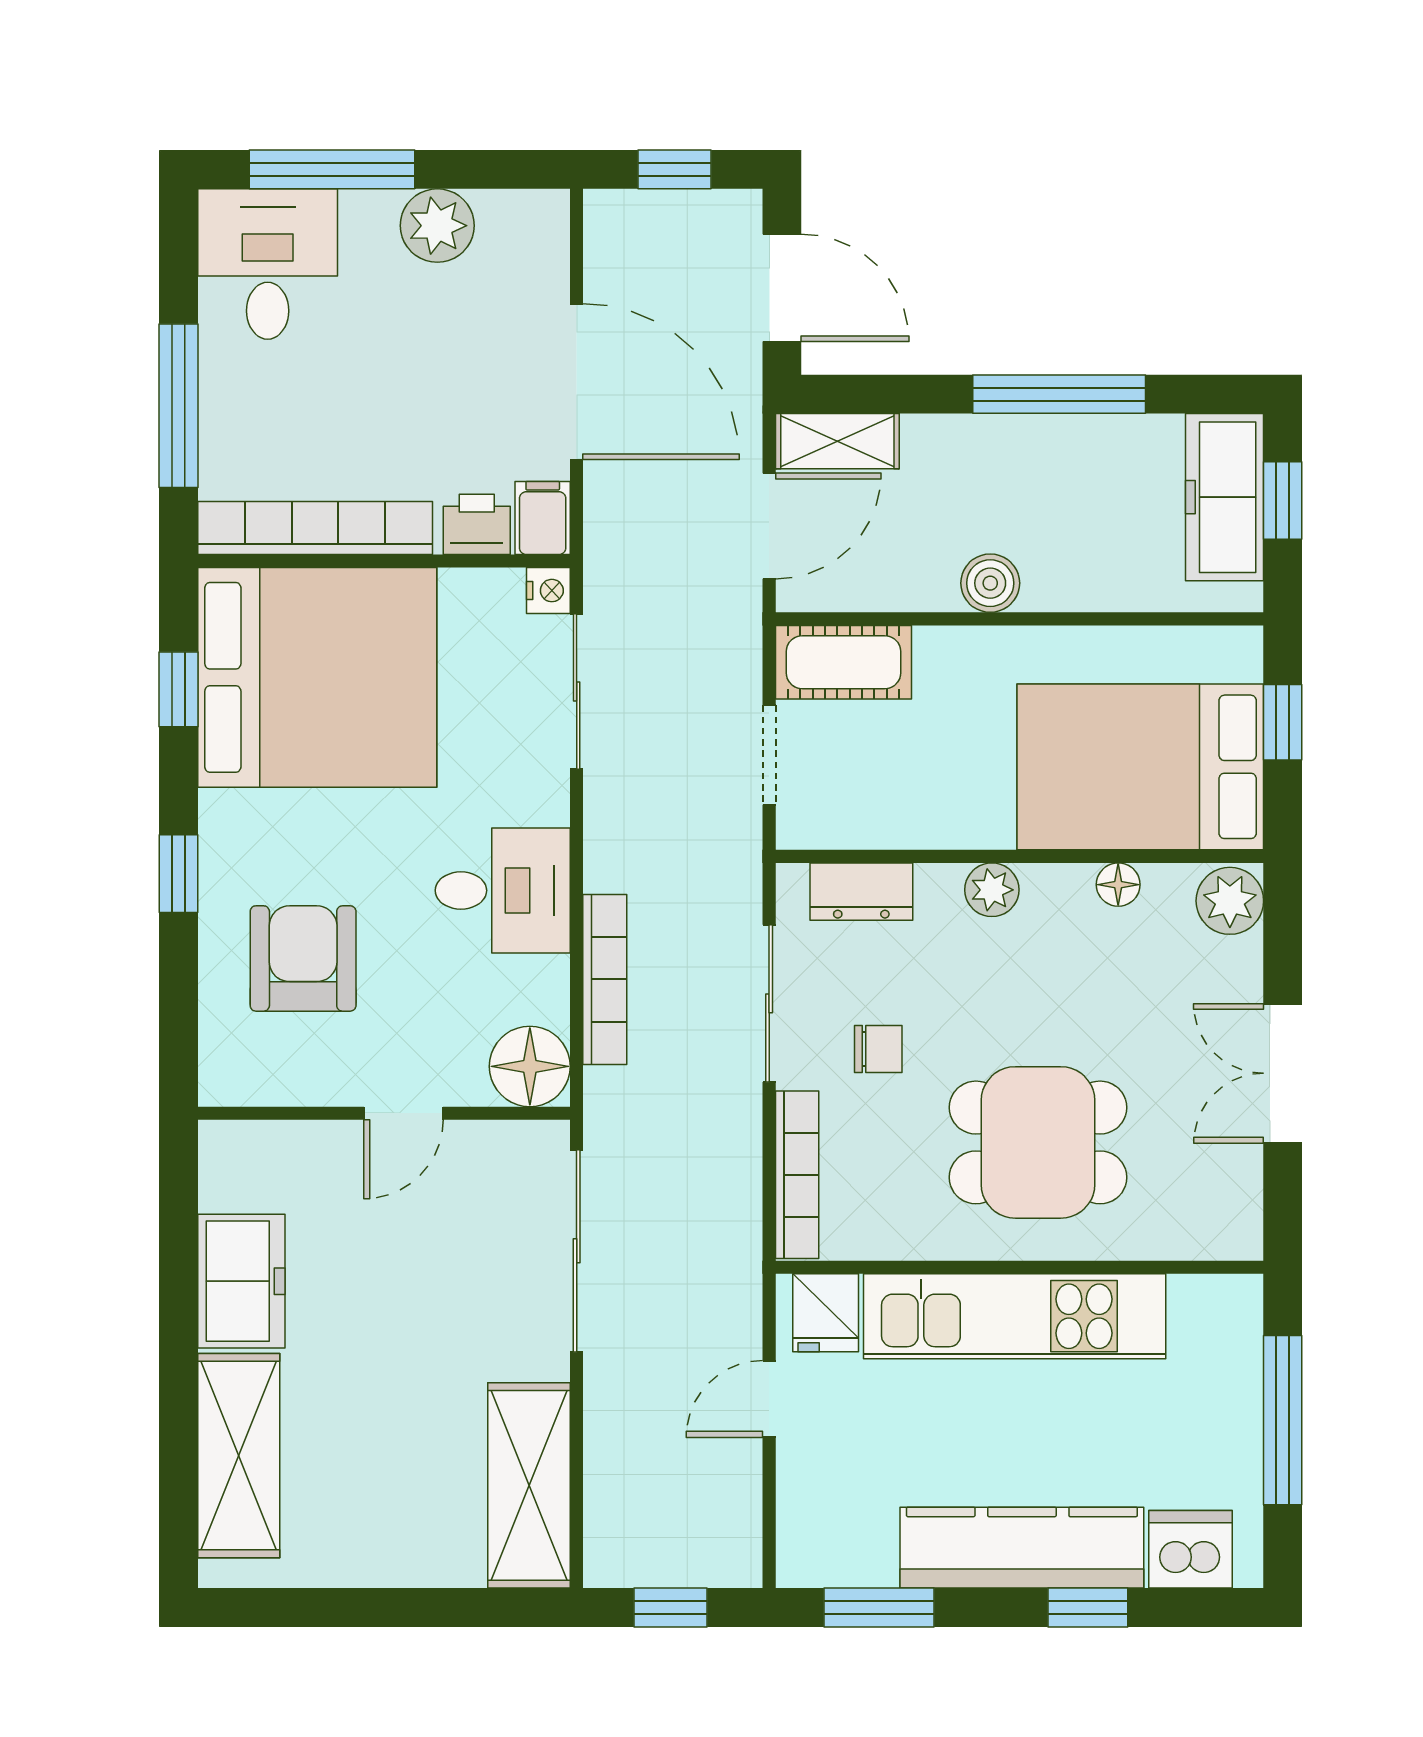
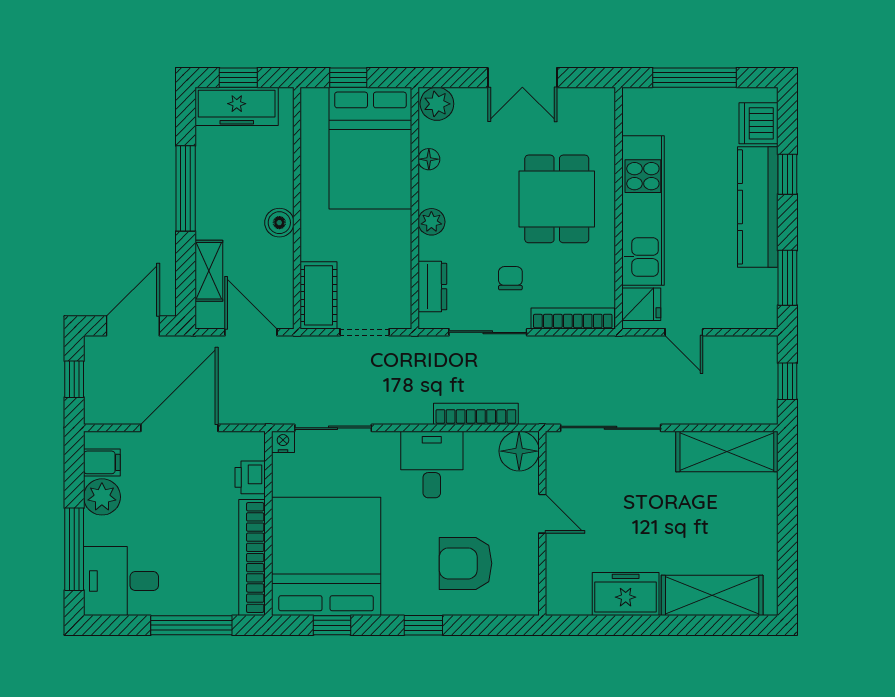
shelving: (837, 441) -> (209, 271), moved
filing cabinet: (543, 518) -> (102, 462), moved, turned 180

